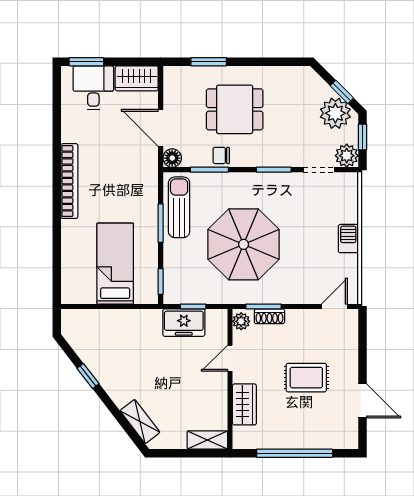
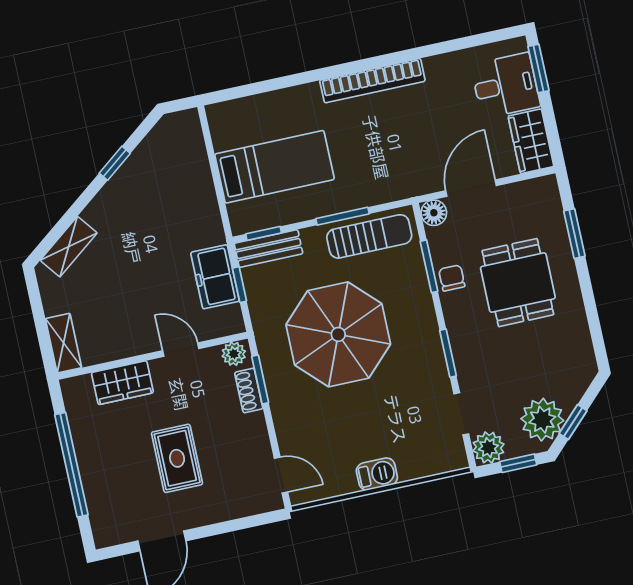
bench: (172, 280) -> (268, 249), added

